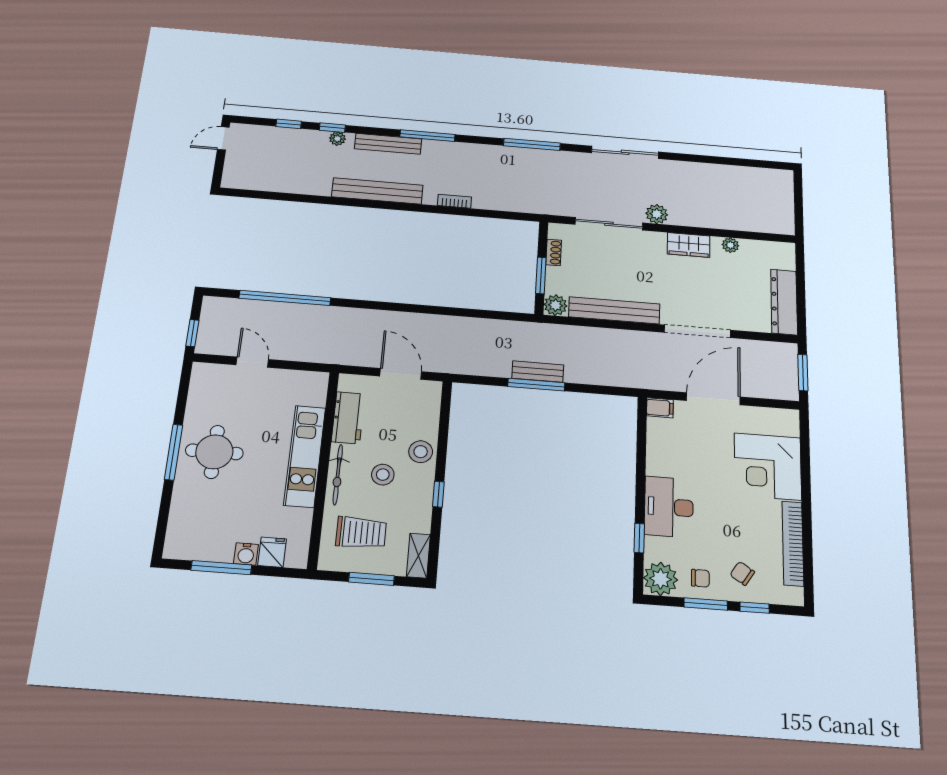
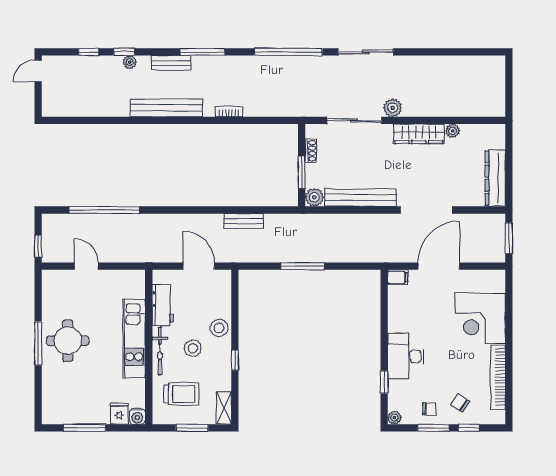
bench: (388, 144) -> (171, 63), width x0.73
window: (532, 144) -> (288, 52), width x1.46
wardrobe: (689, 245) -> (419, 134), width x1.50
bench: (538, 372) -> (243, 221), moved
water cooler: (246, 554) -> (137, 416), moved
plant: (661, 579) -> (394, 418), width x0.53, depth x0.53

